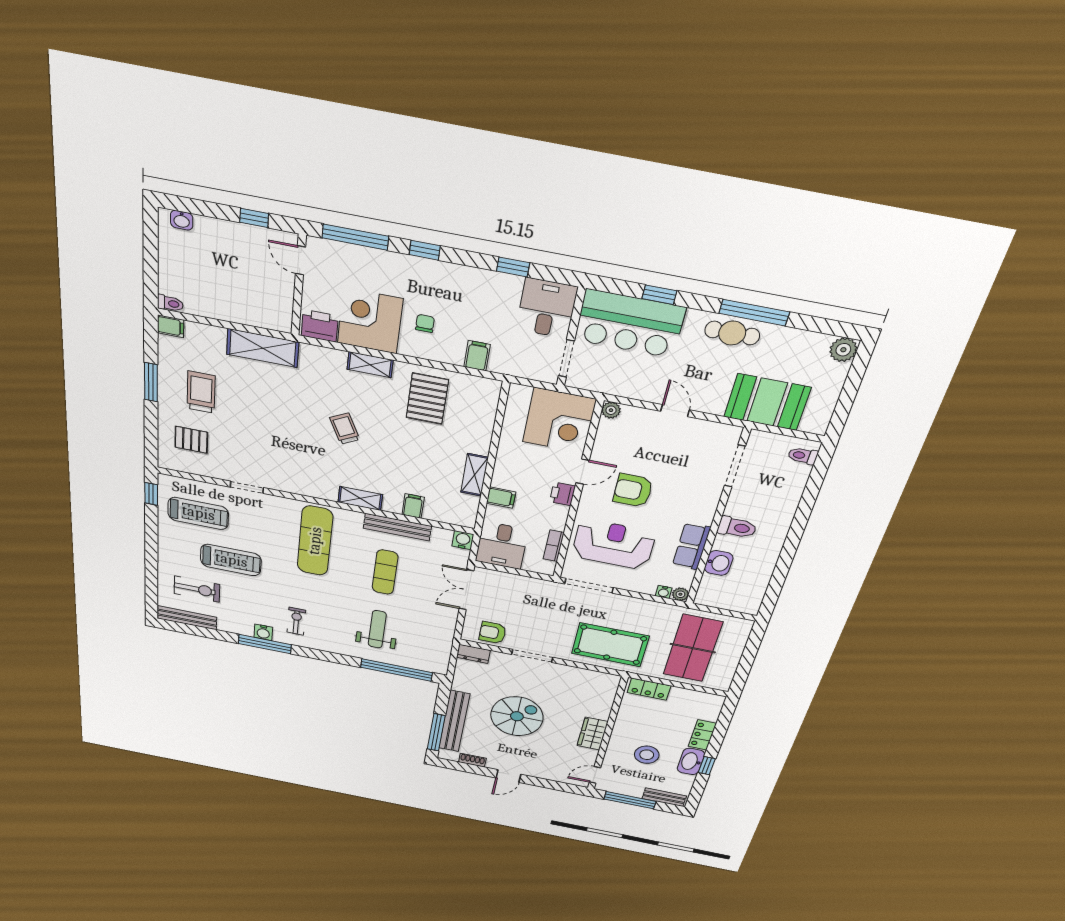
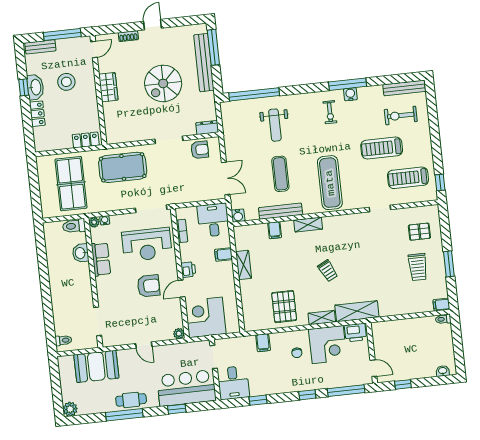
shelving: (263, 348) -> (357, 311), moved
toilet: (737, 527) -> (74, 226), moved
shoe rack: (472, 760) -> (128, 36), moved

